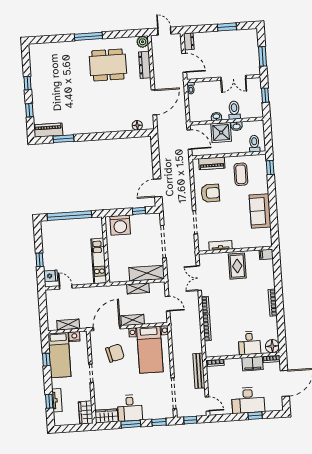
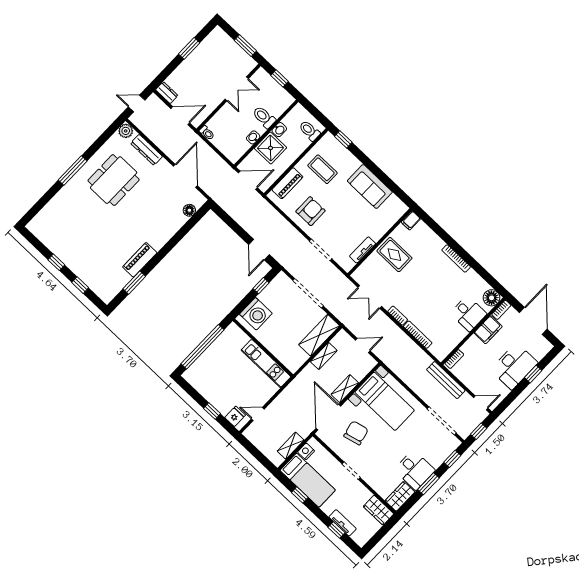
piano: (48, 130) -> (140, 260), moved

